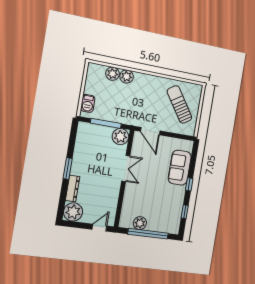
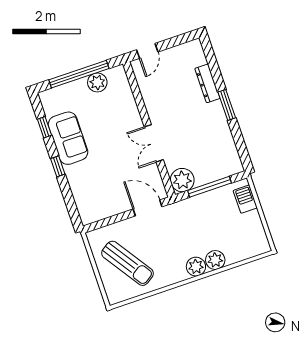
plant: (113, 74) -> (196, 267), moved
sofa: (180, 168) -> (68, 138), moved
plant: (73, 212) -> (191, 54), removed

